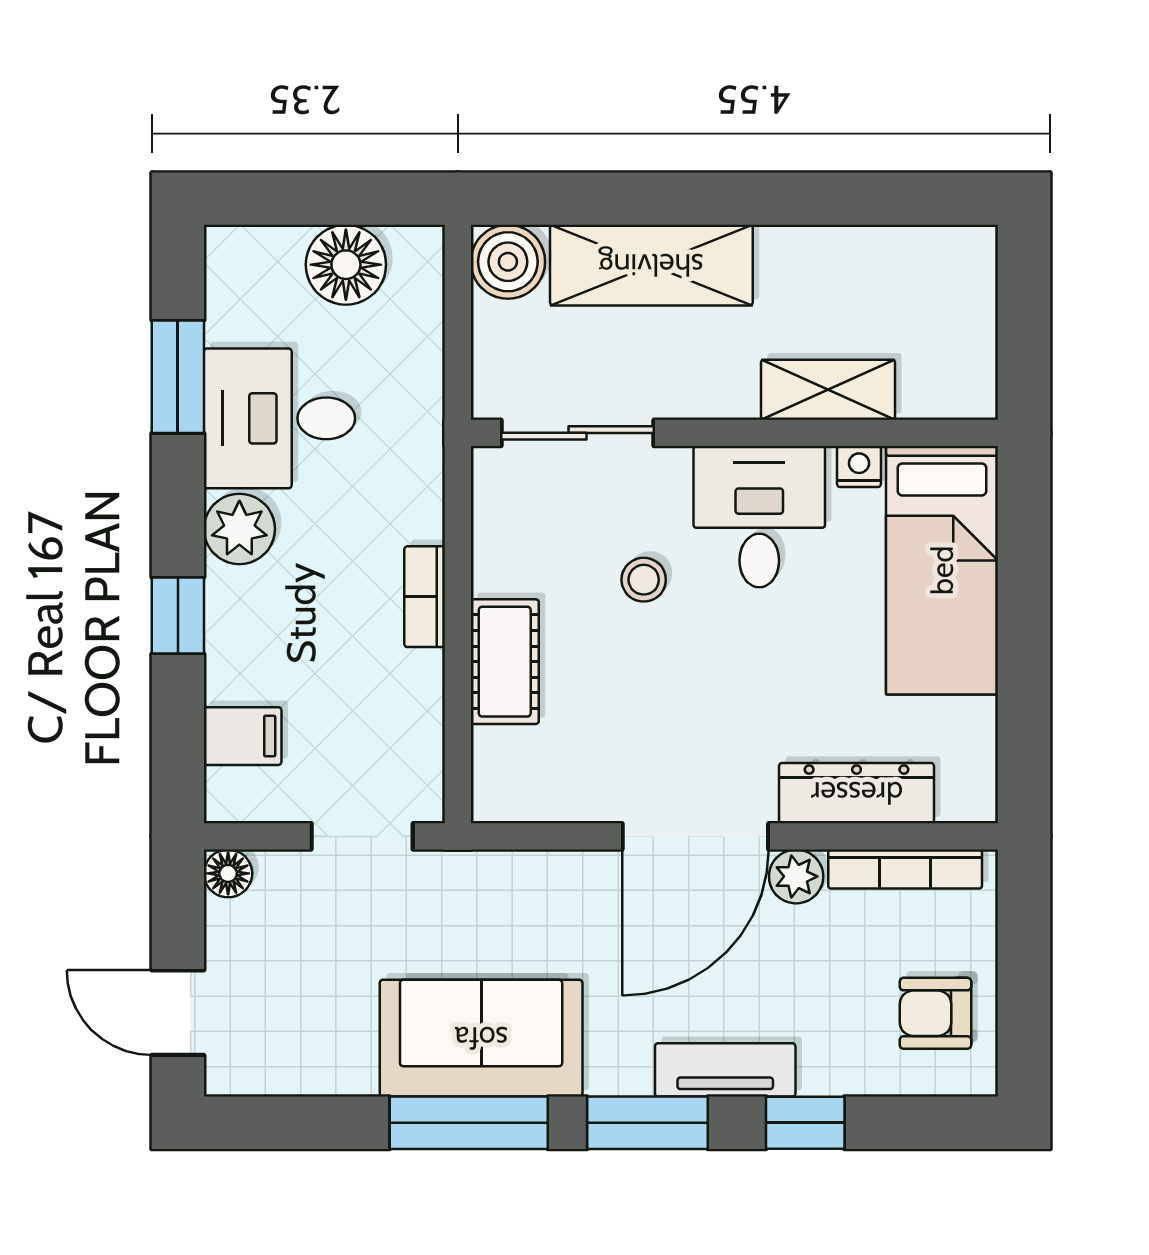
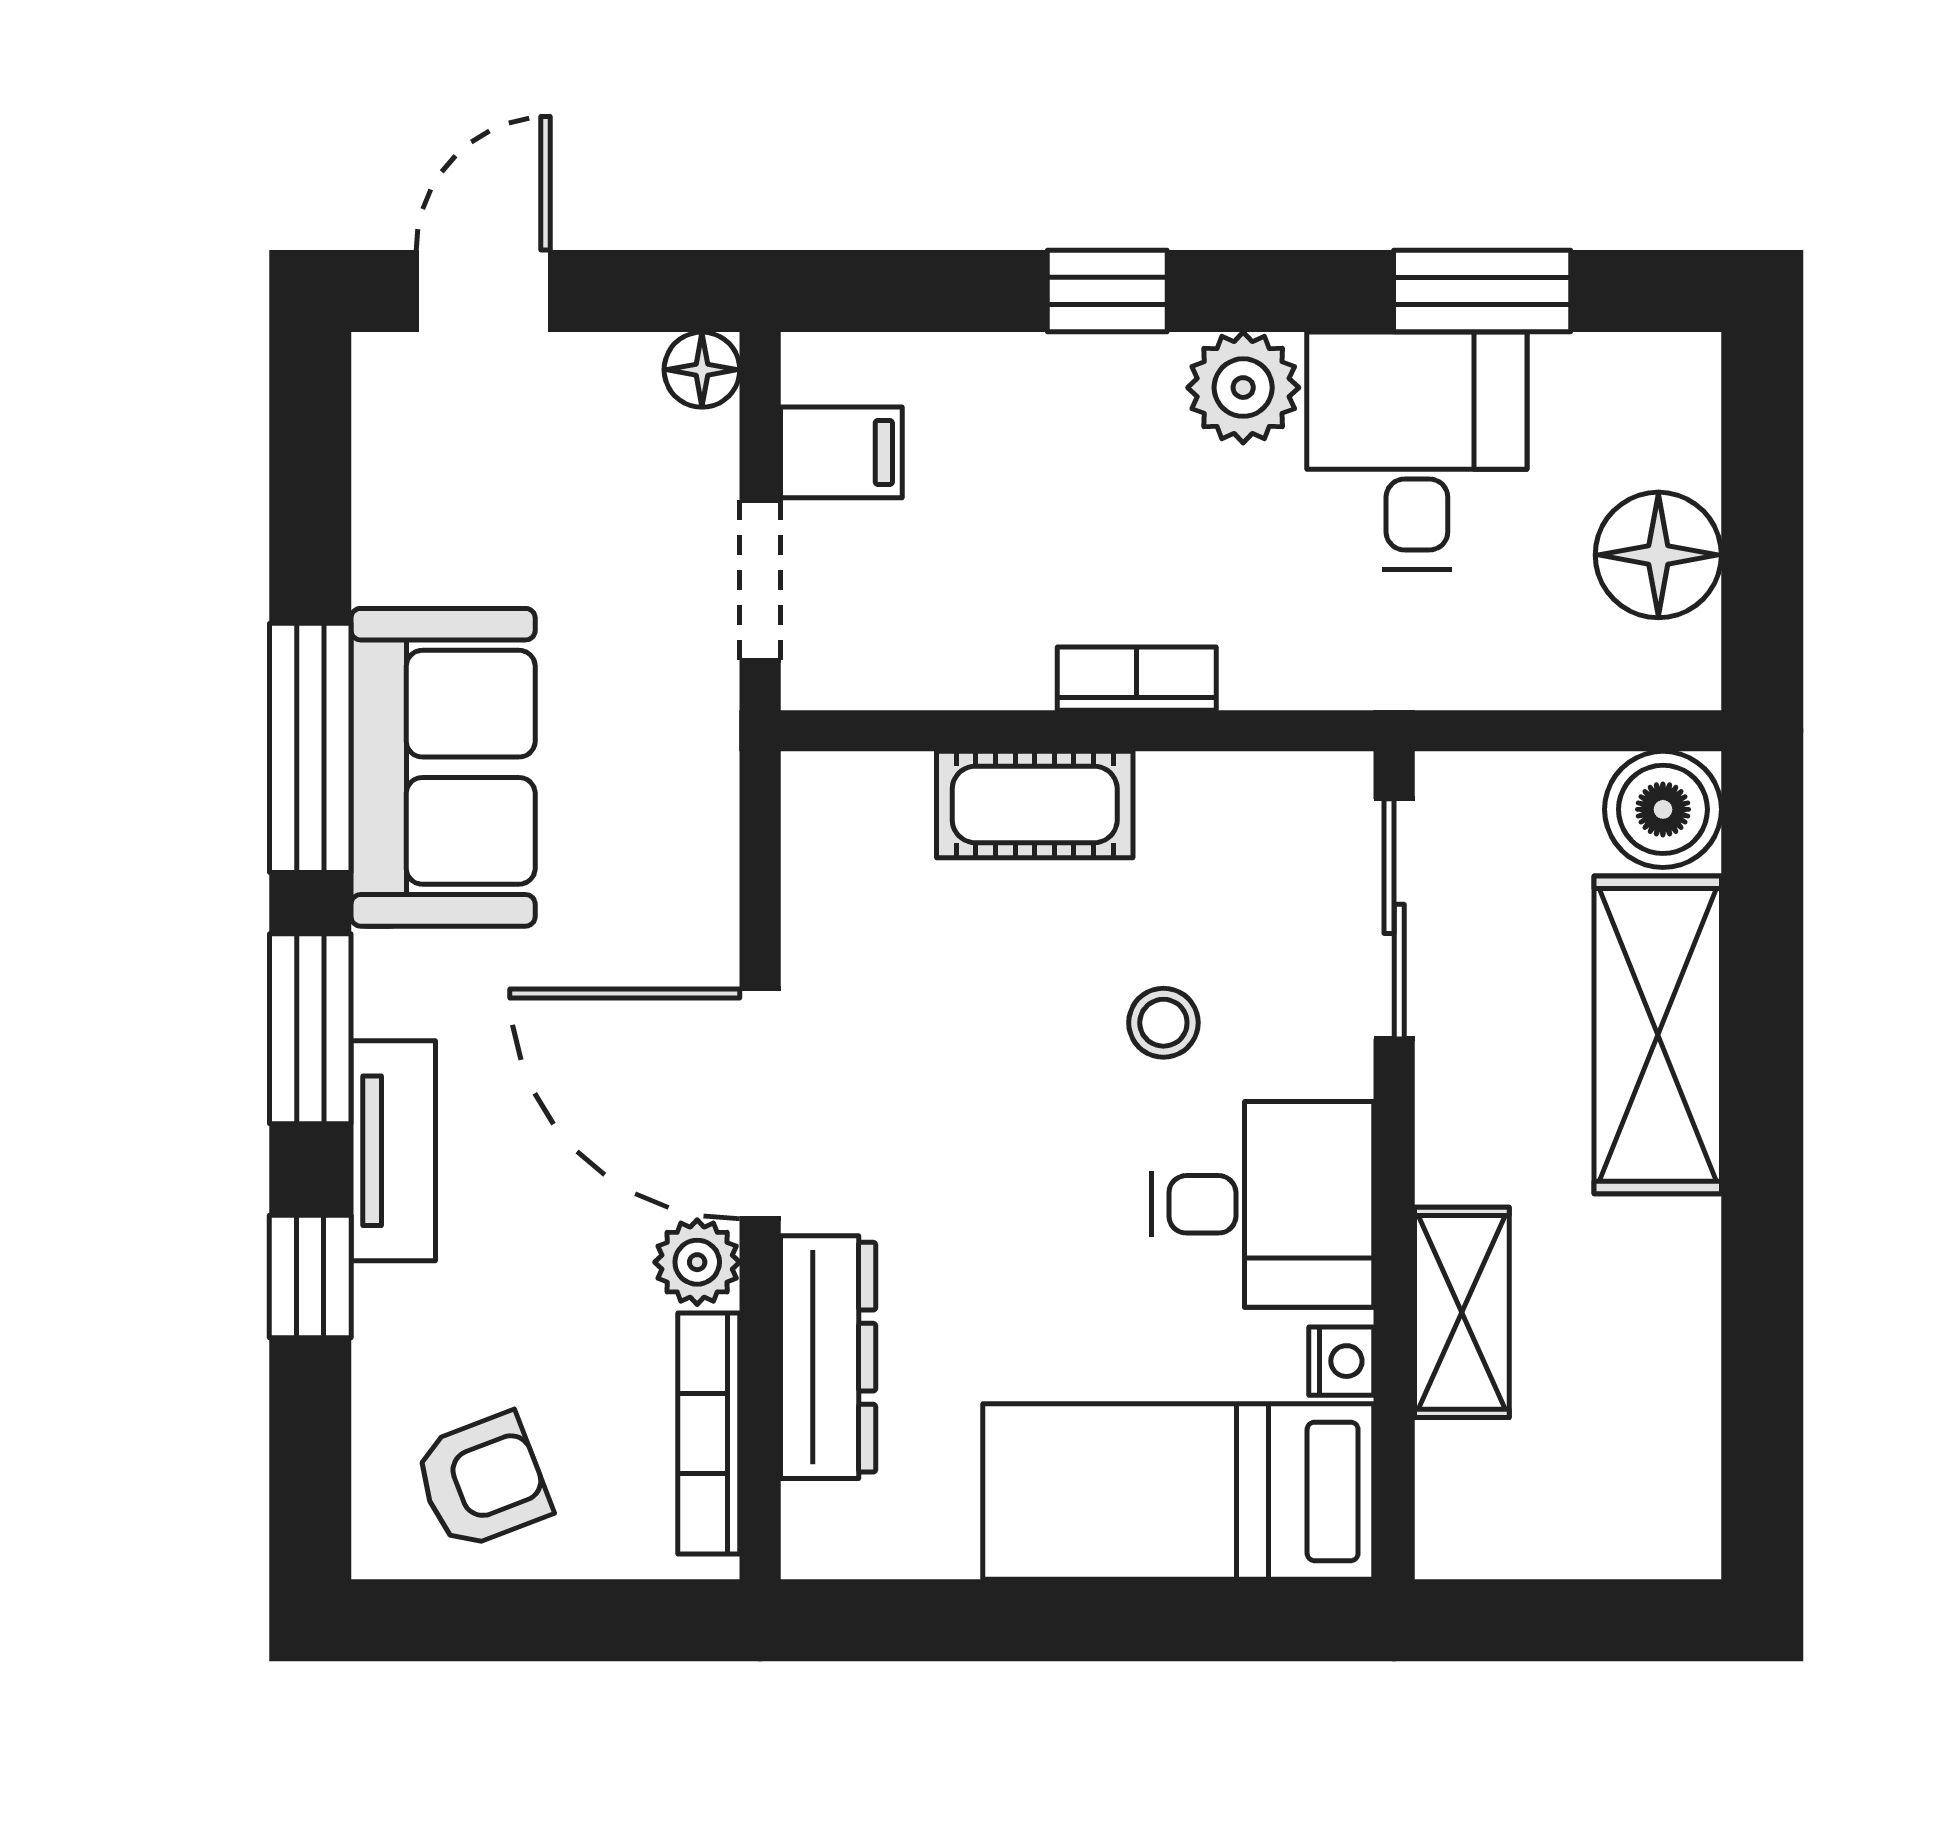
filing cabinet: (243, 736) -> (841, 452), moved, turned -90
armchair: (935, 1013) -> (482, 1481), turned 69

